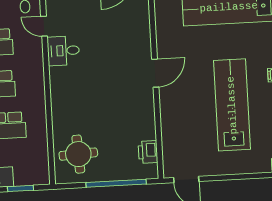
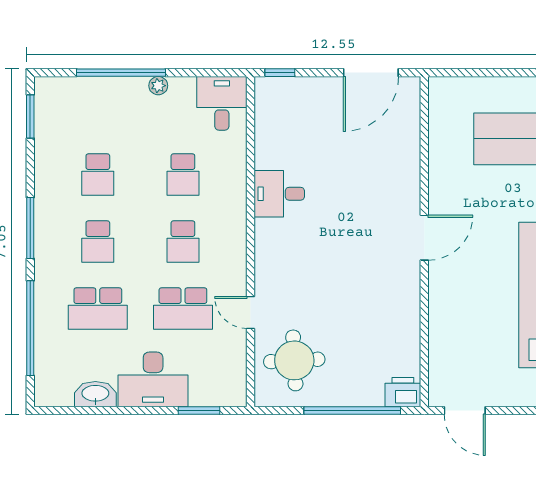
door: (44, 26) -> (251, 313), moved
printer: (148, 152) -> (403, 392), moved, turned 90

